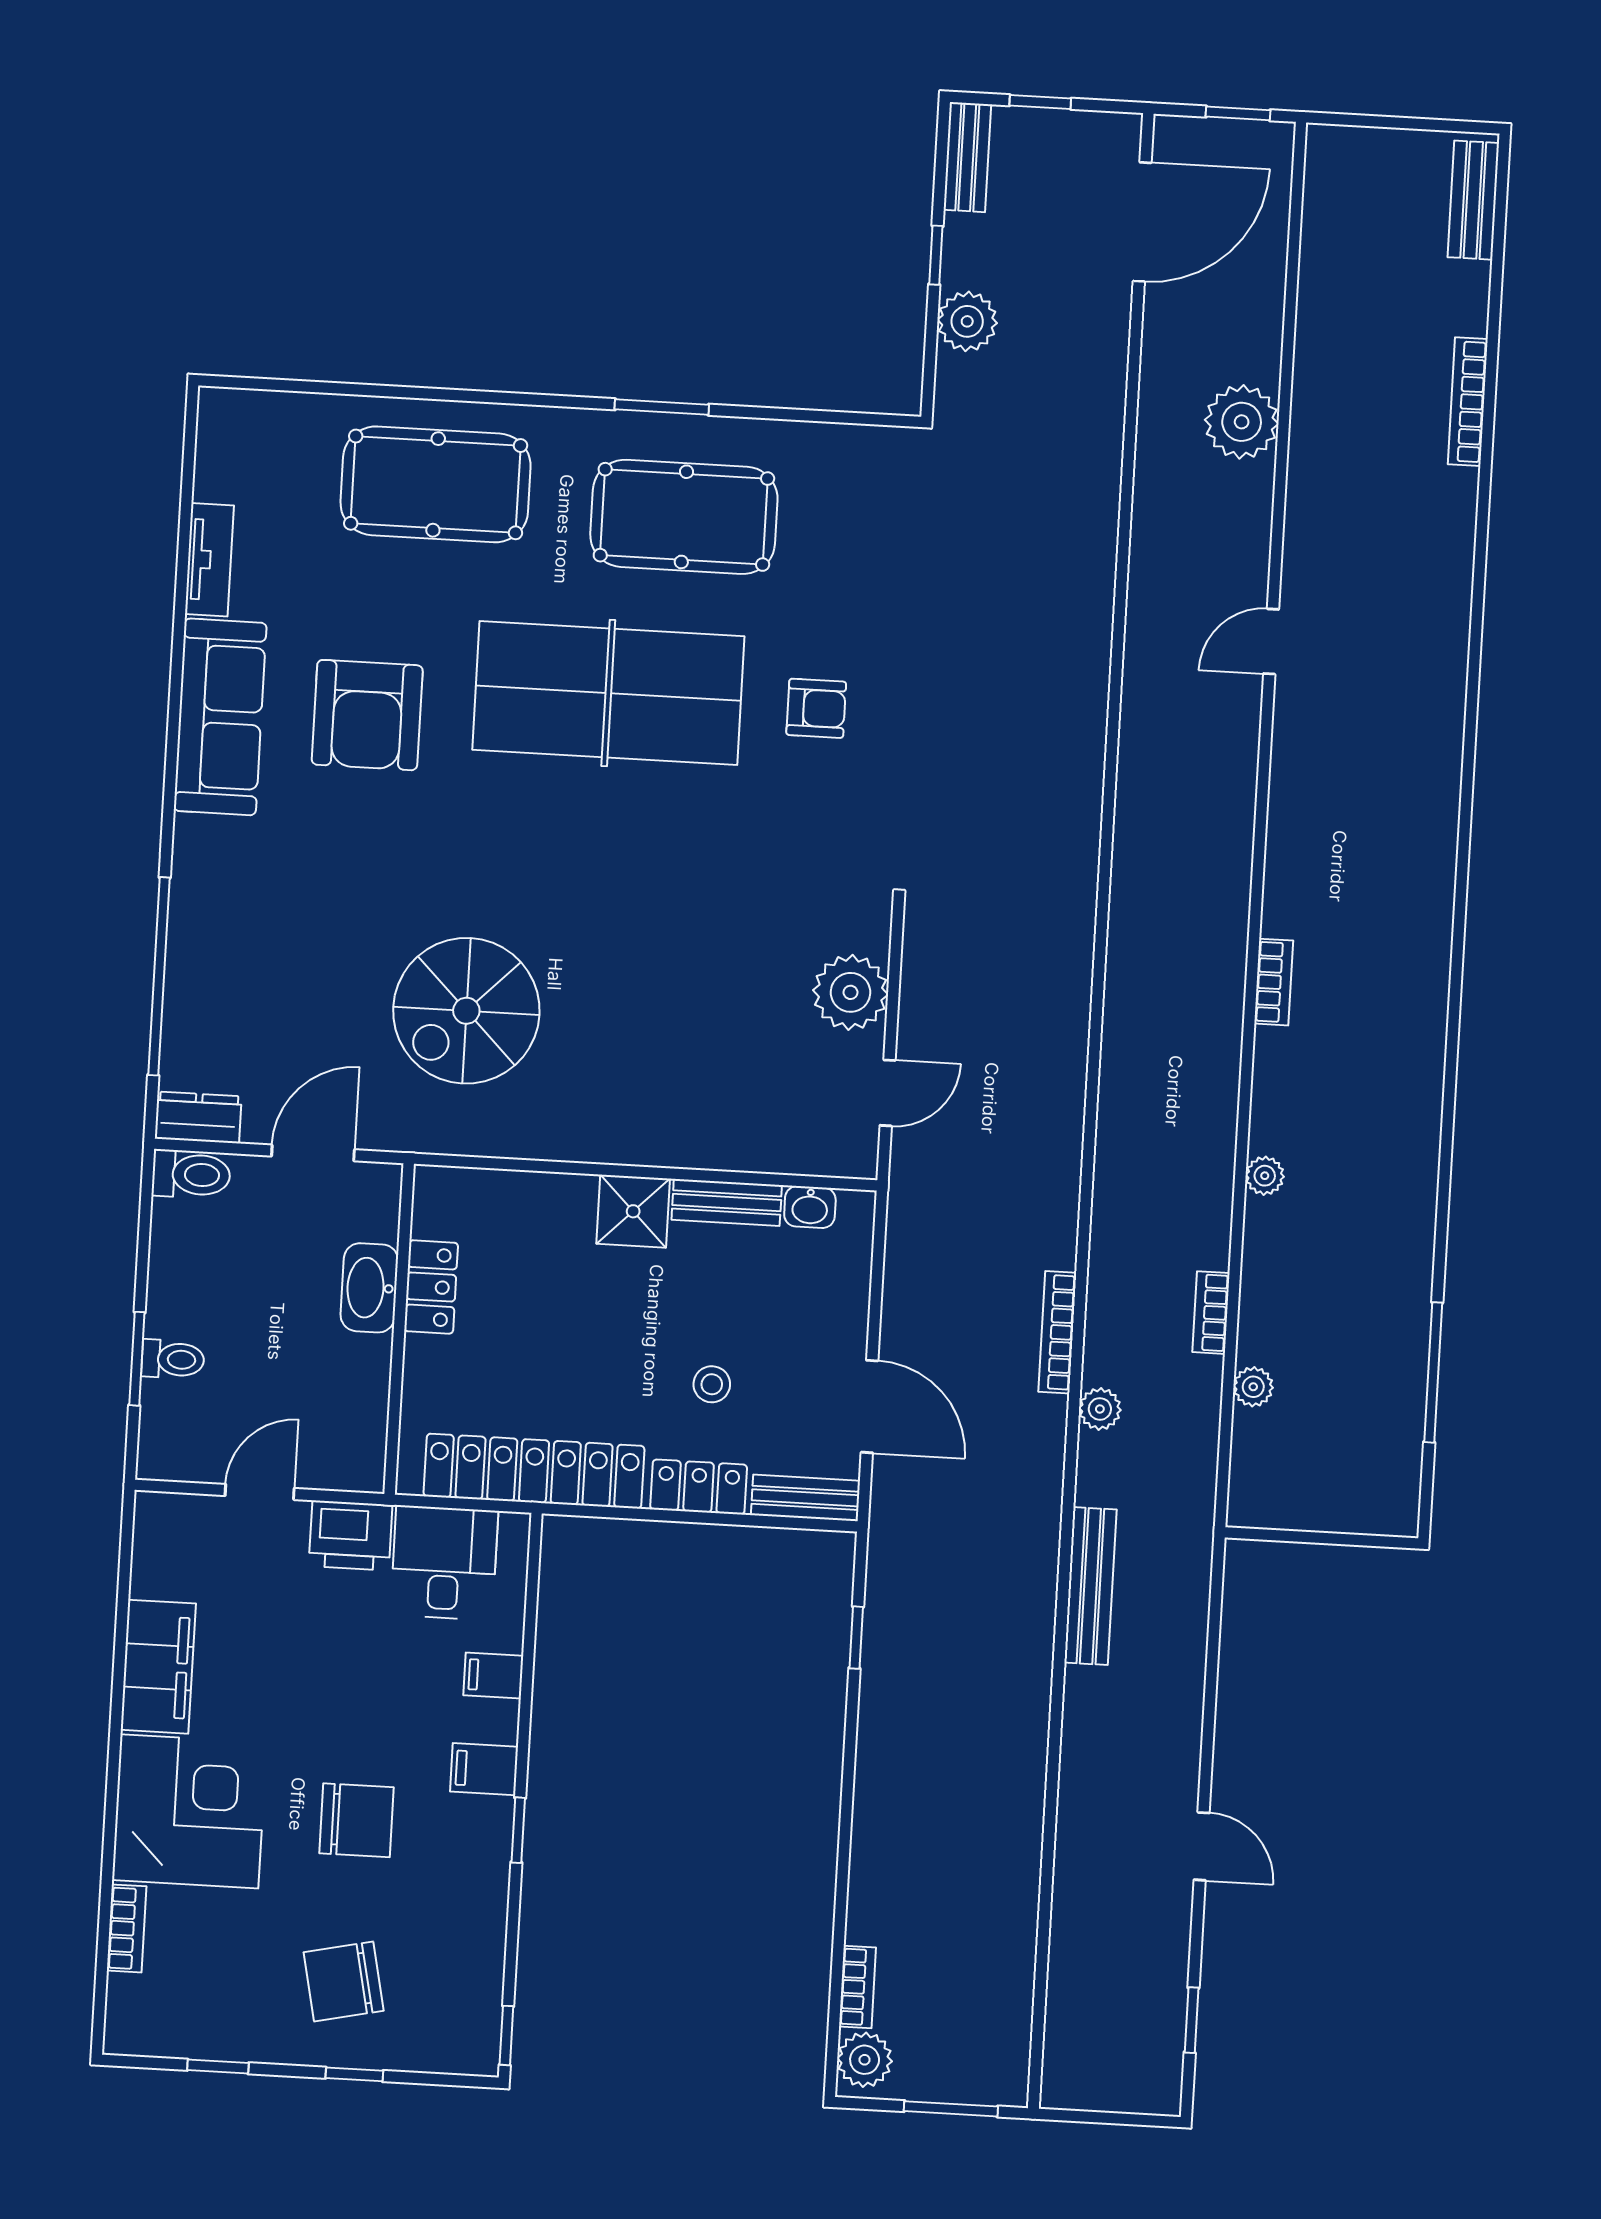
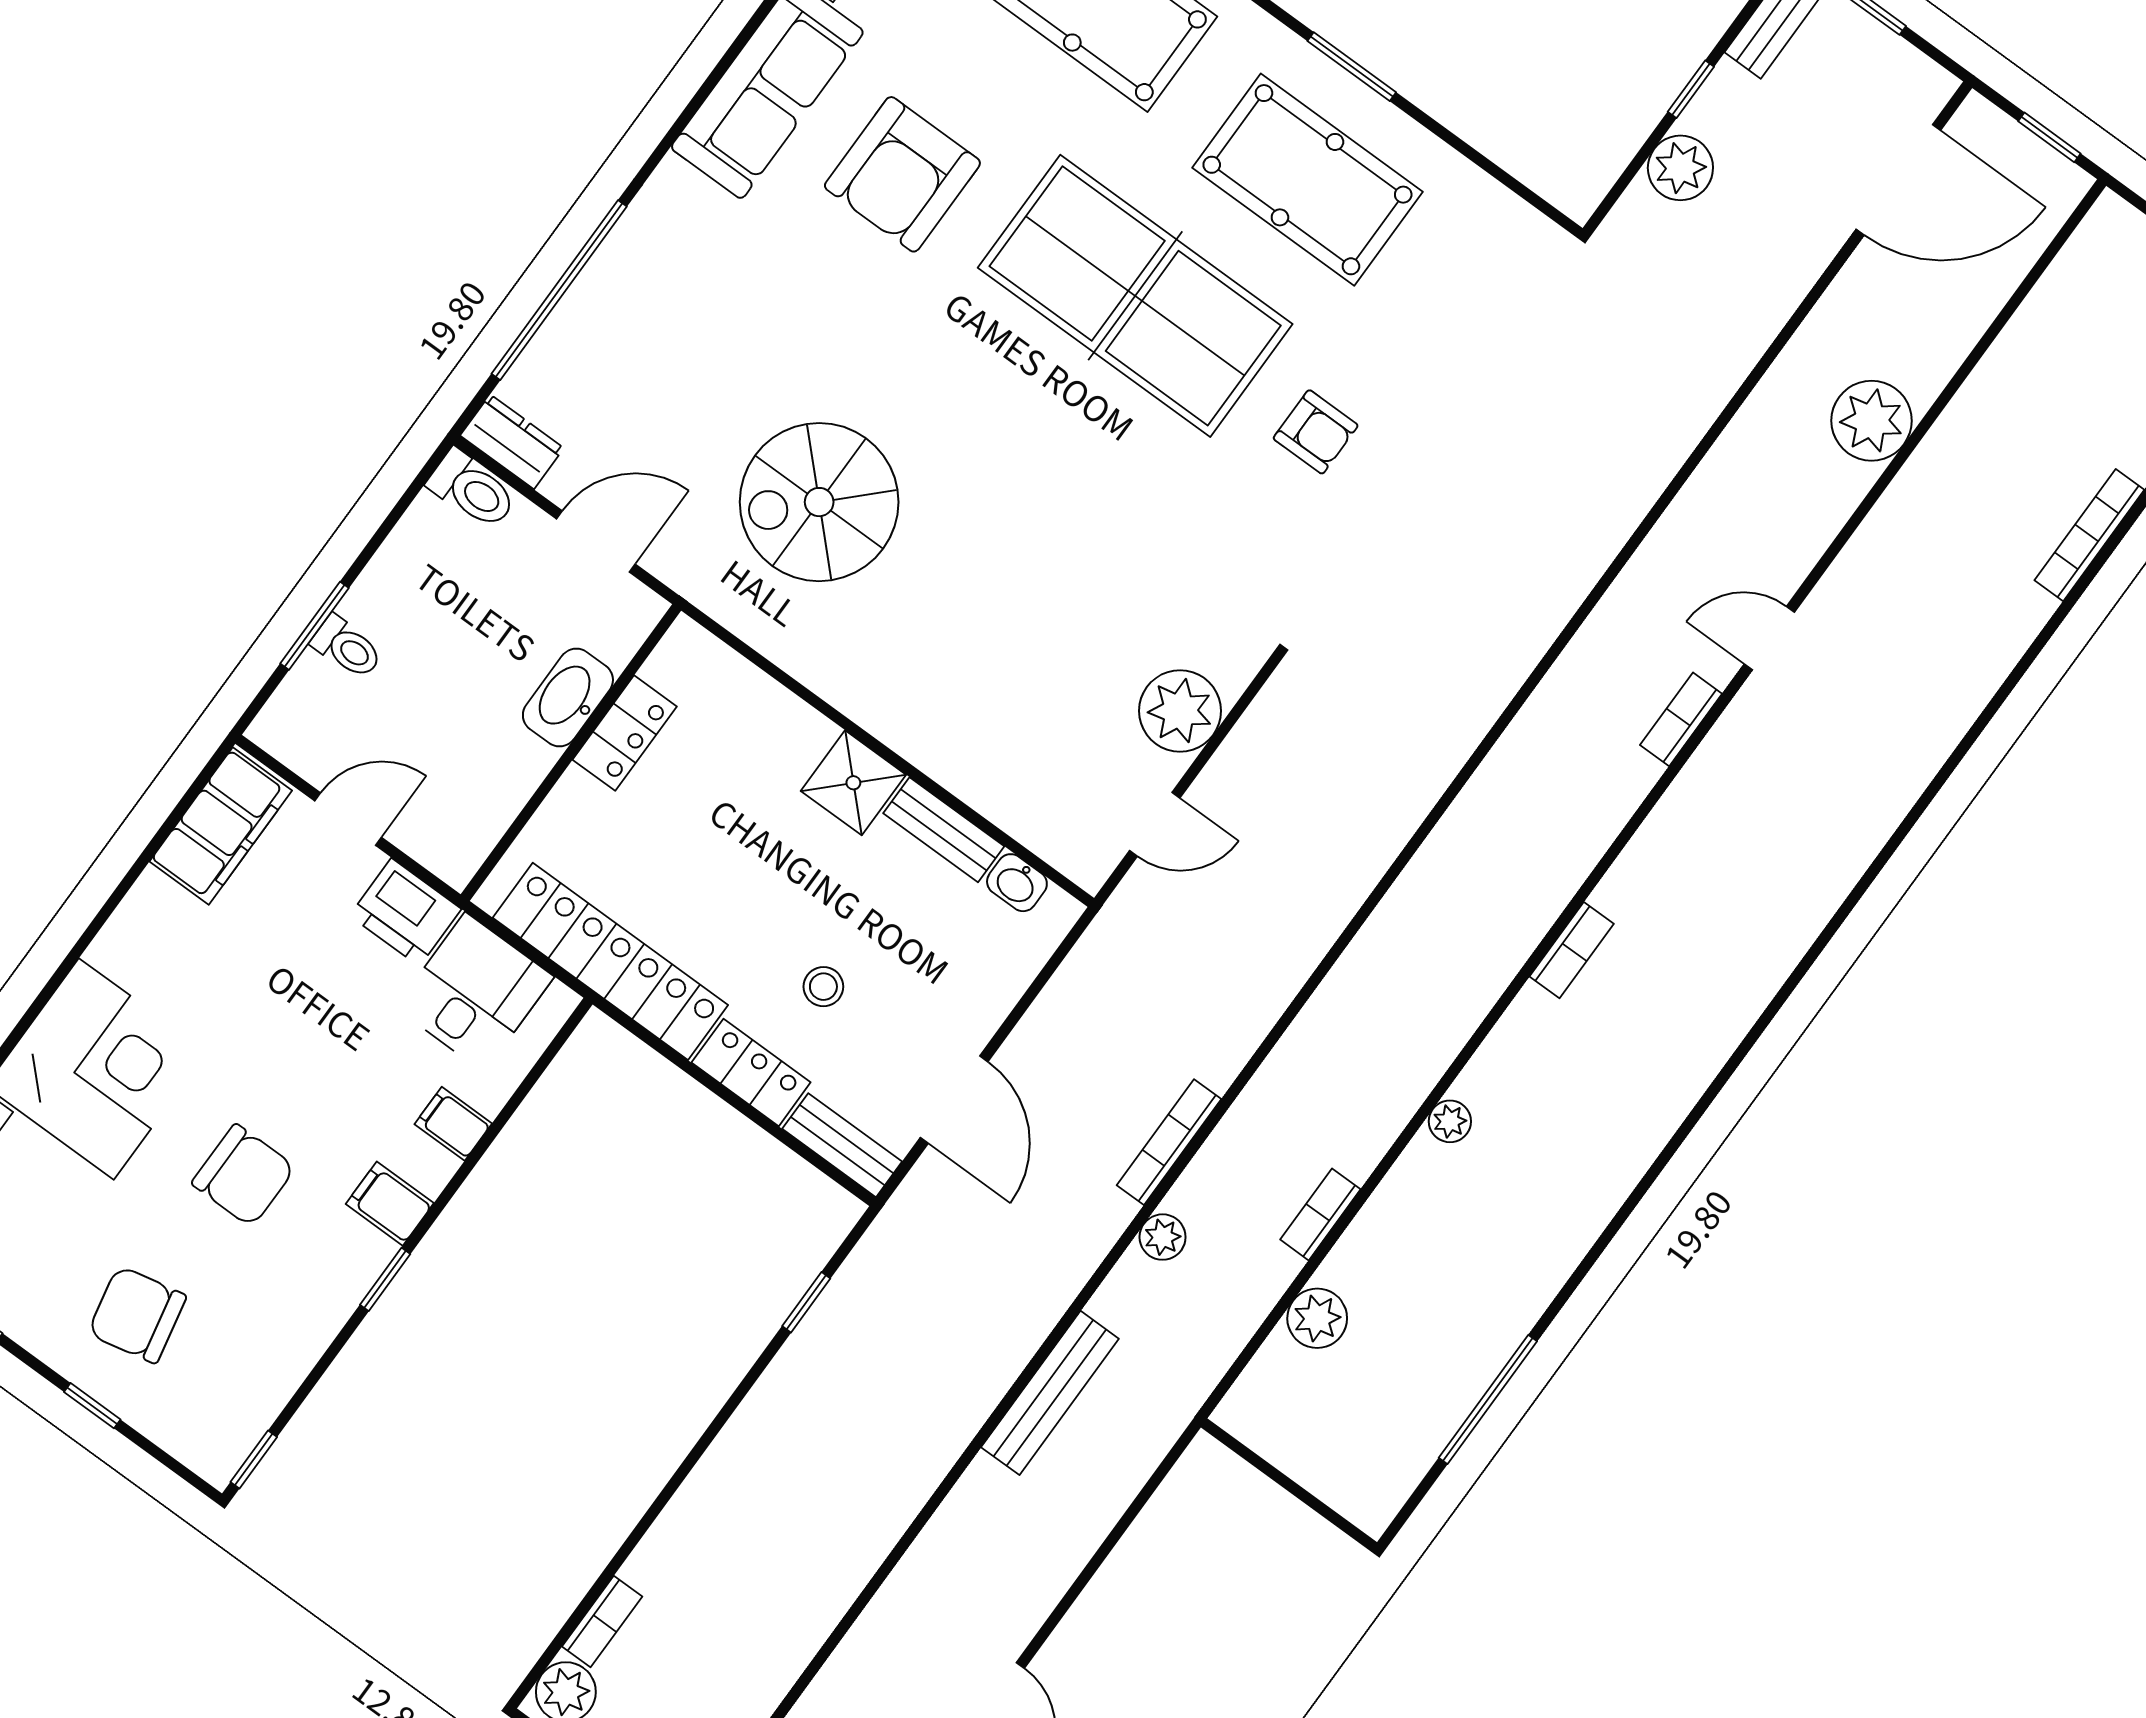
bookcase: (1243, 749) -> (1681, 719), added
plant: (1253, 1387) -> (1317, 1318), width x1.38, depth x1.38
filing cabinet: (158, 1667) -> (221, 826), moved

